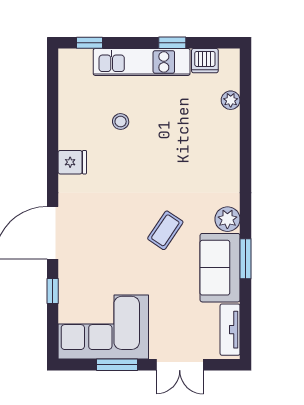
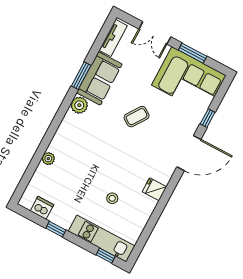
kitchen unit: (142, 62) -> (102, 239), moved
plant: (231, 100) -> (48, 159), moved
coffee table: (165, 230) -> (137, 117), moved
double door: (180, 365) -> (155, 33), swing flipped

